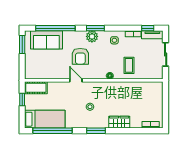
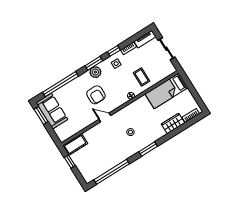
window: (148, 28) -> (114, 51), moved
sofa: (46, 40) -> (52, 111), moved, turned -90
bed: (45, 119) -> (166, 91), moved, turned 180
wardrobe: (119, 122) -> (173, 123), moved

